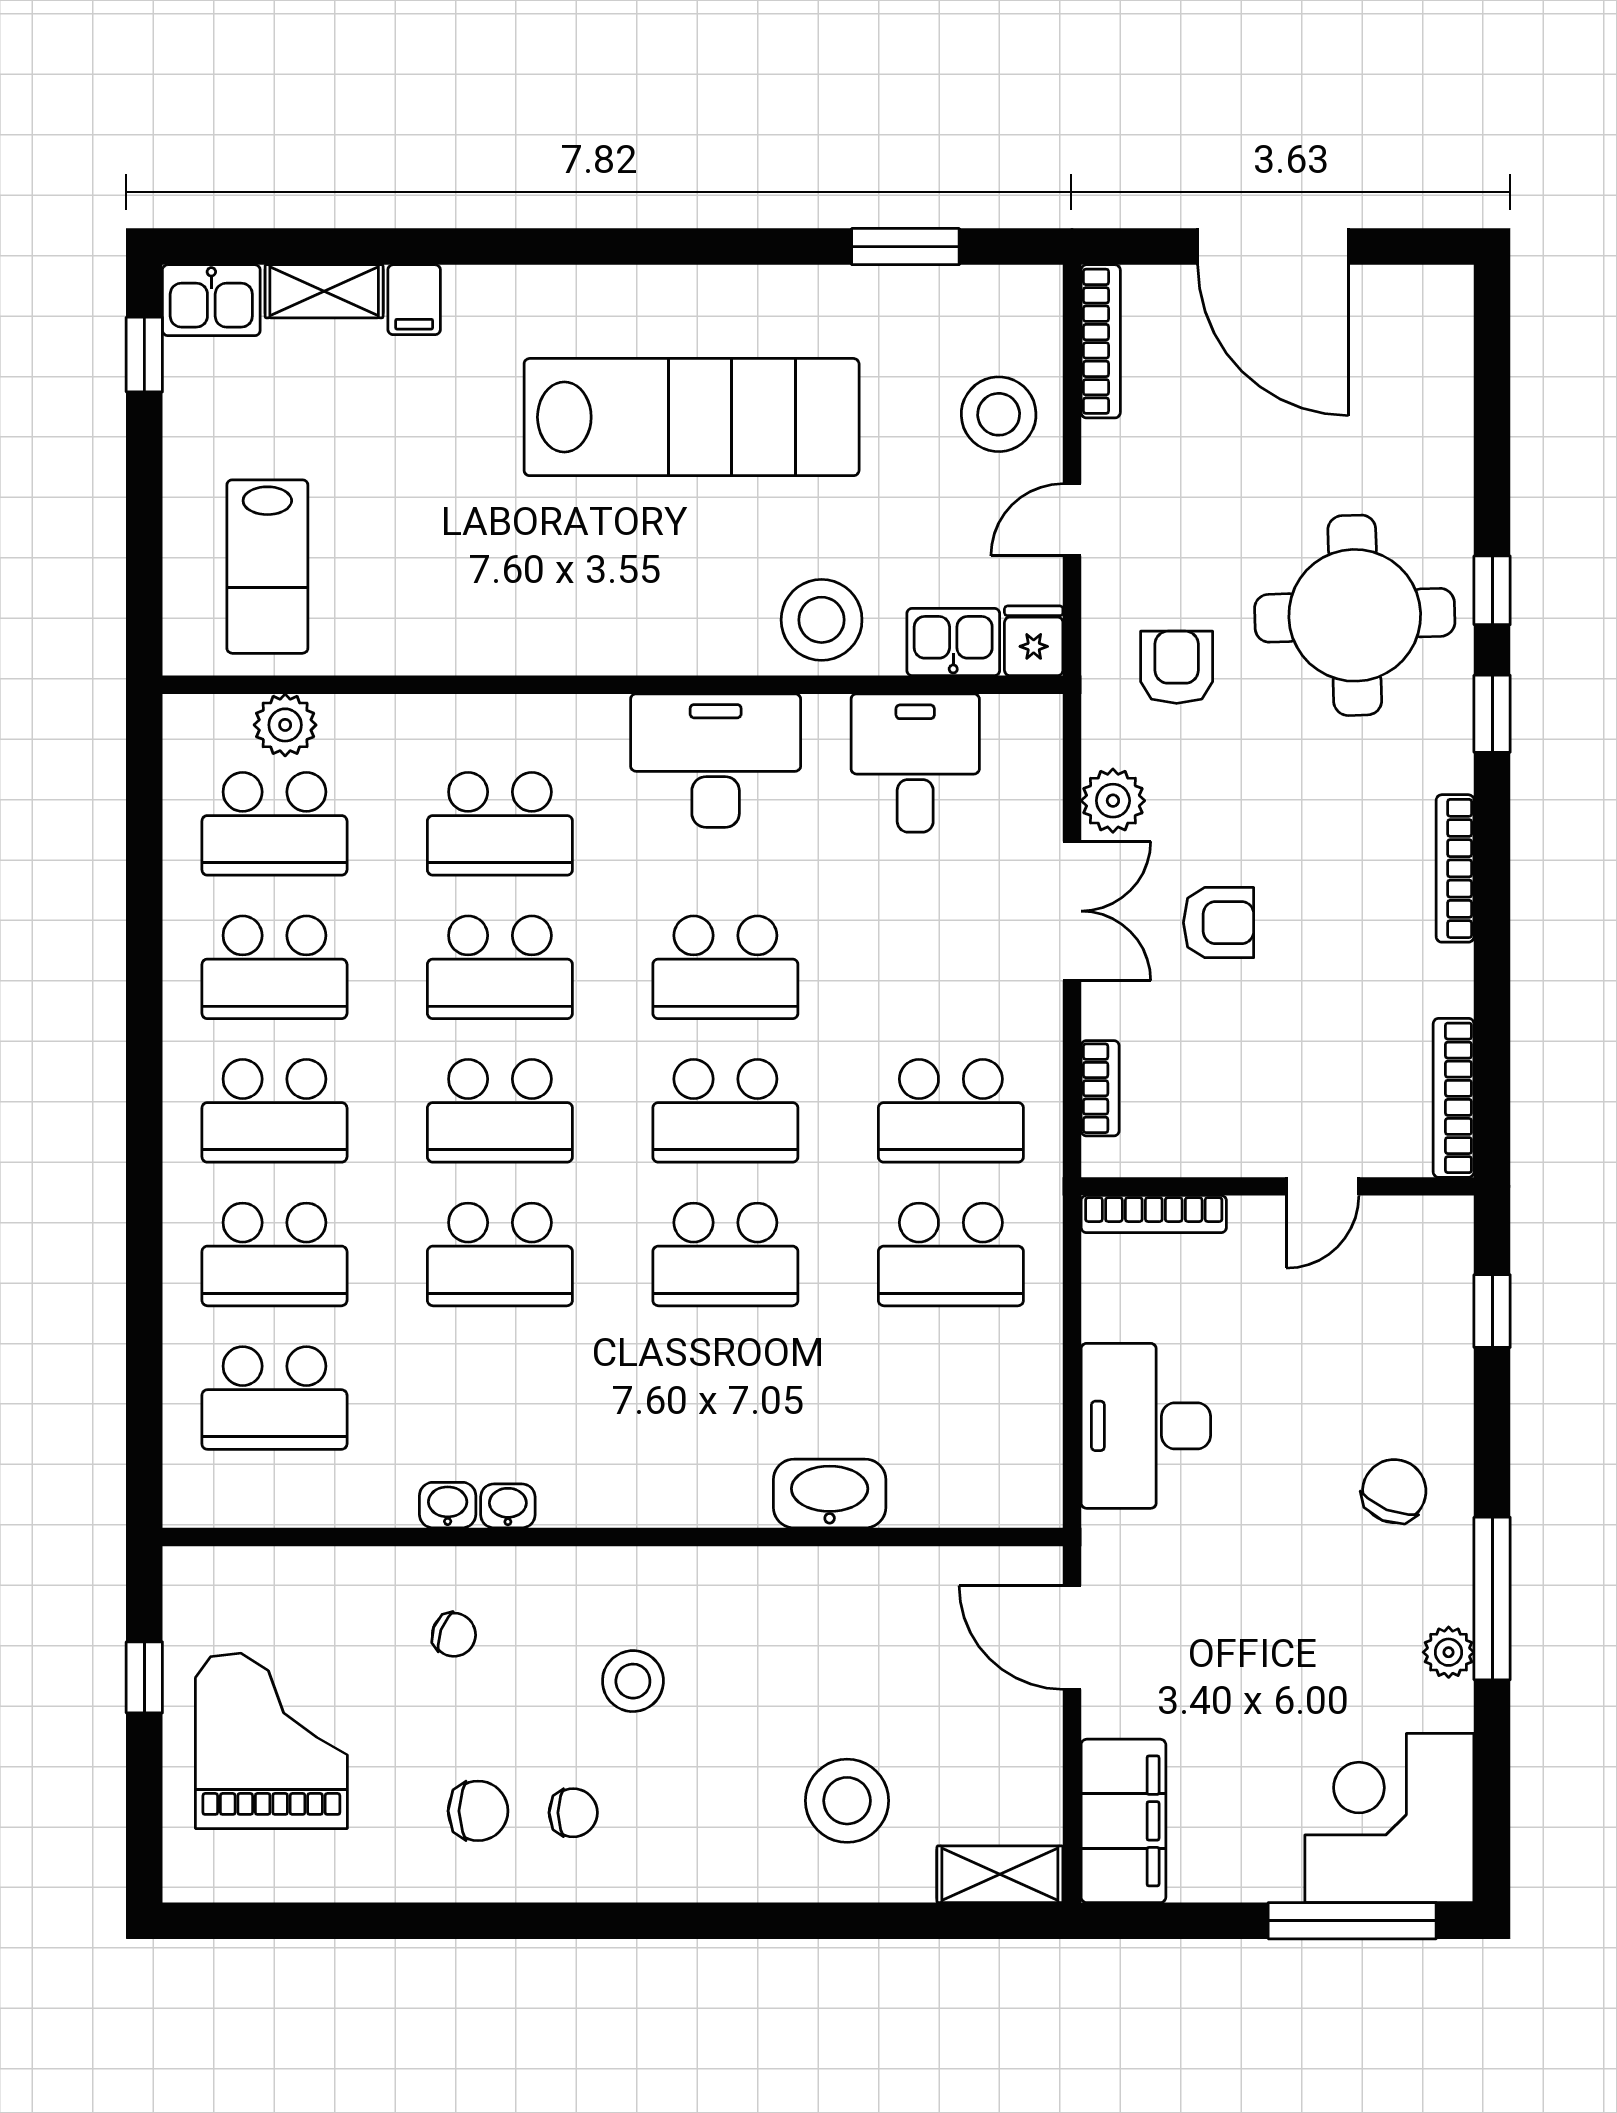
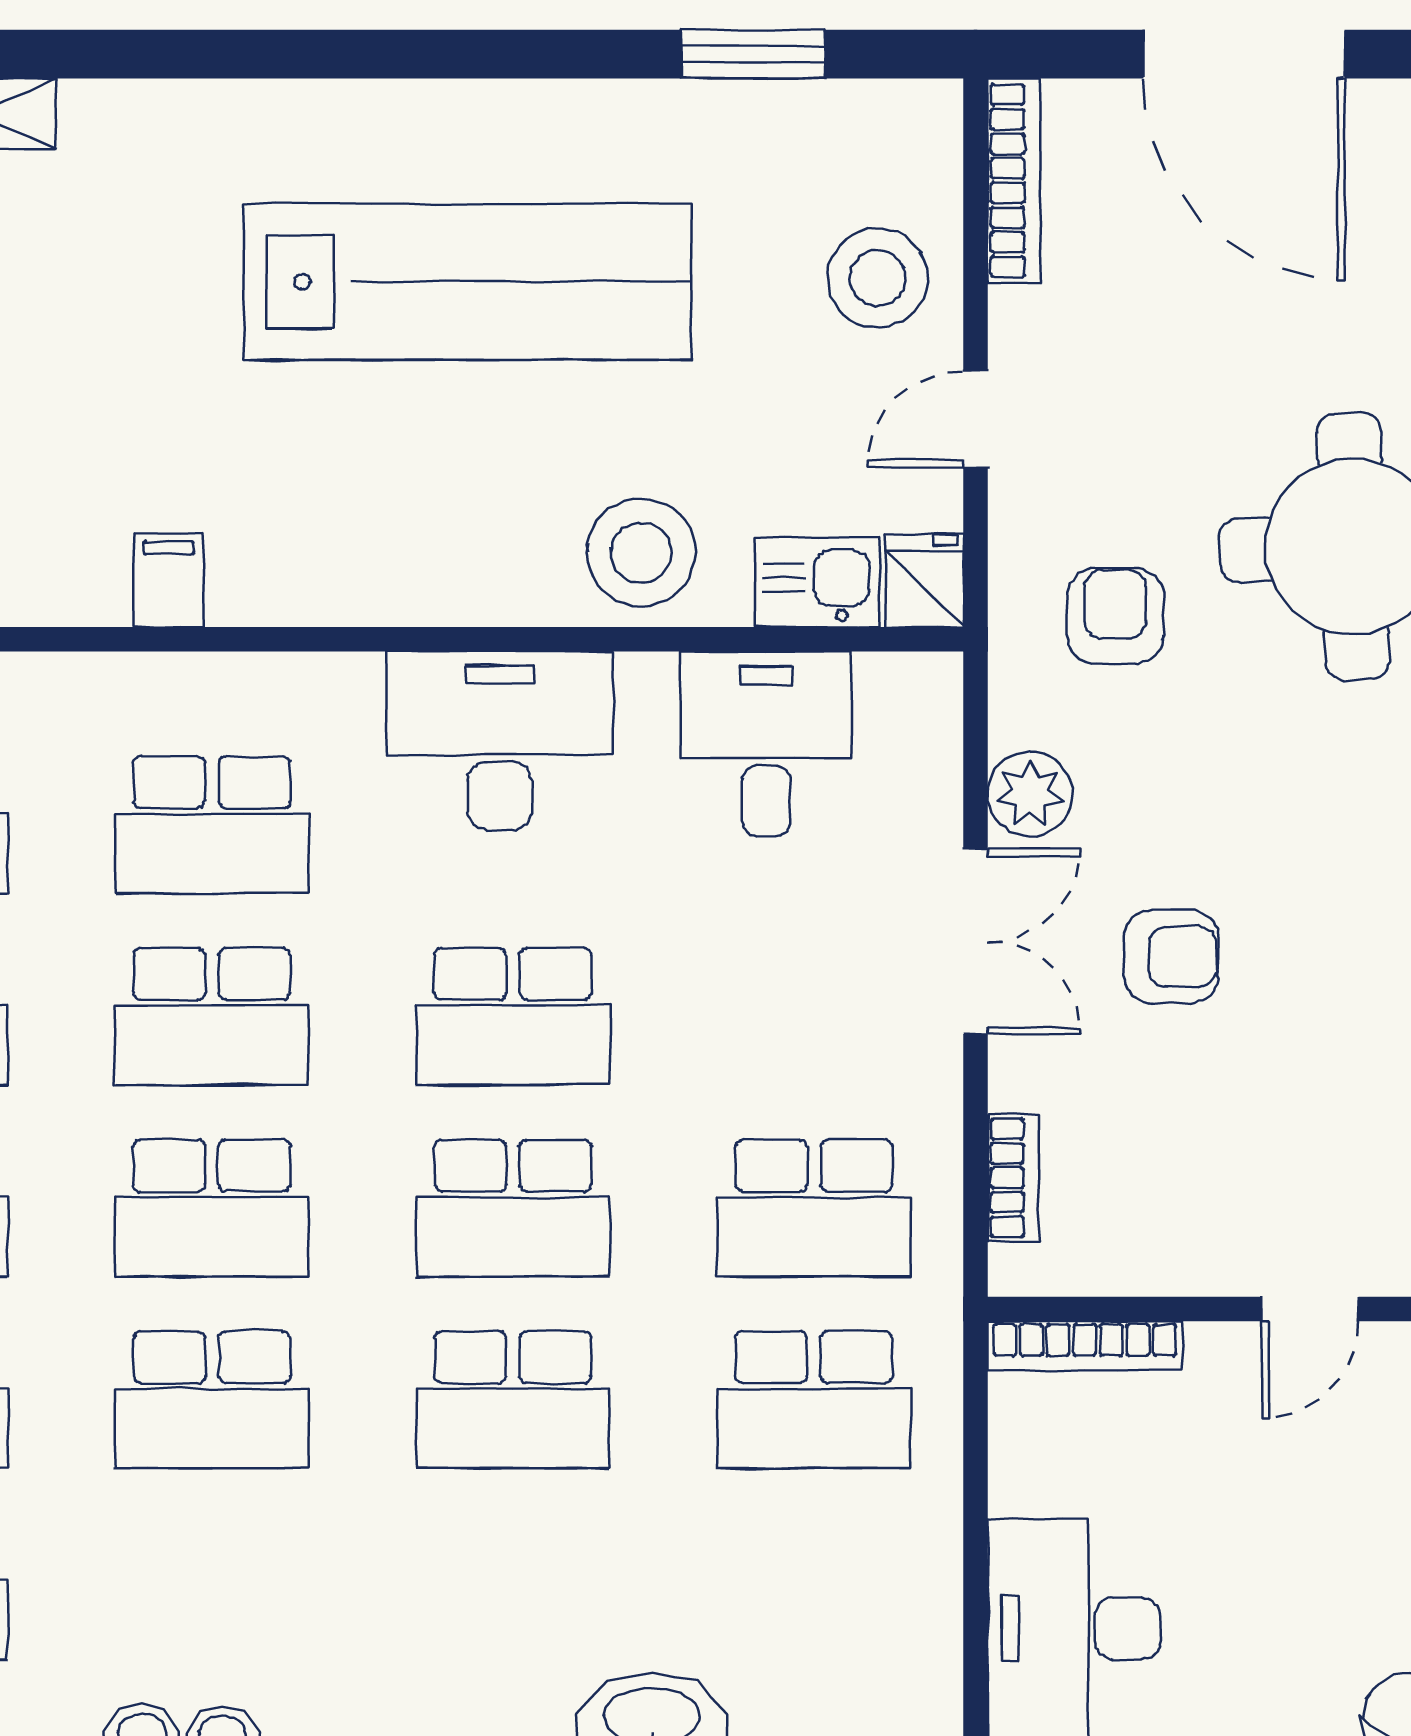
filing cabinet: (414, 300) -> (169, 580), moved, turned 180

